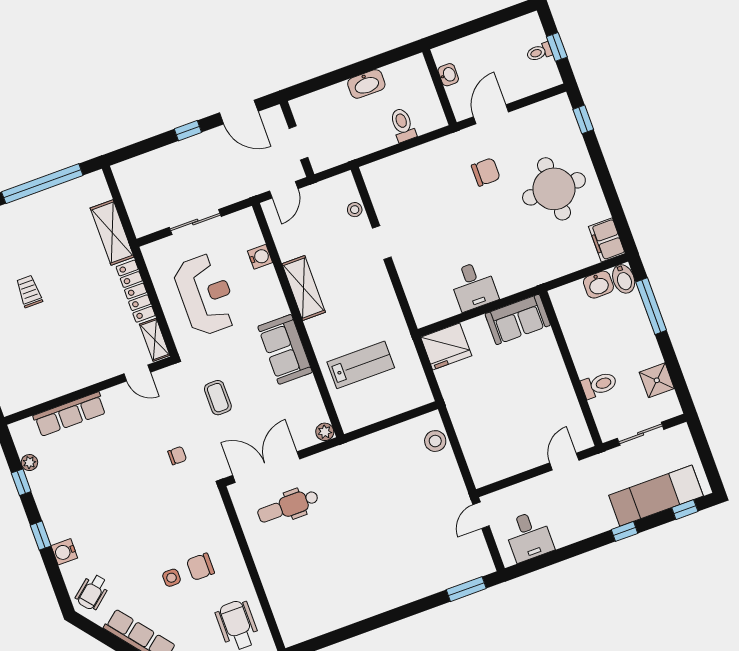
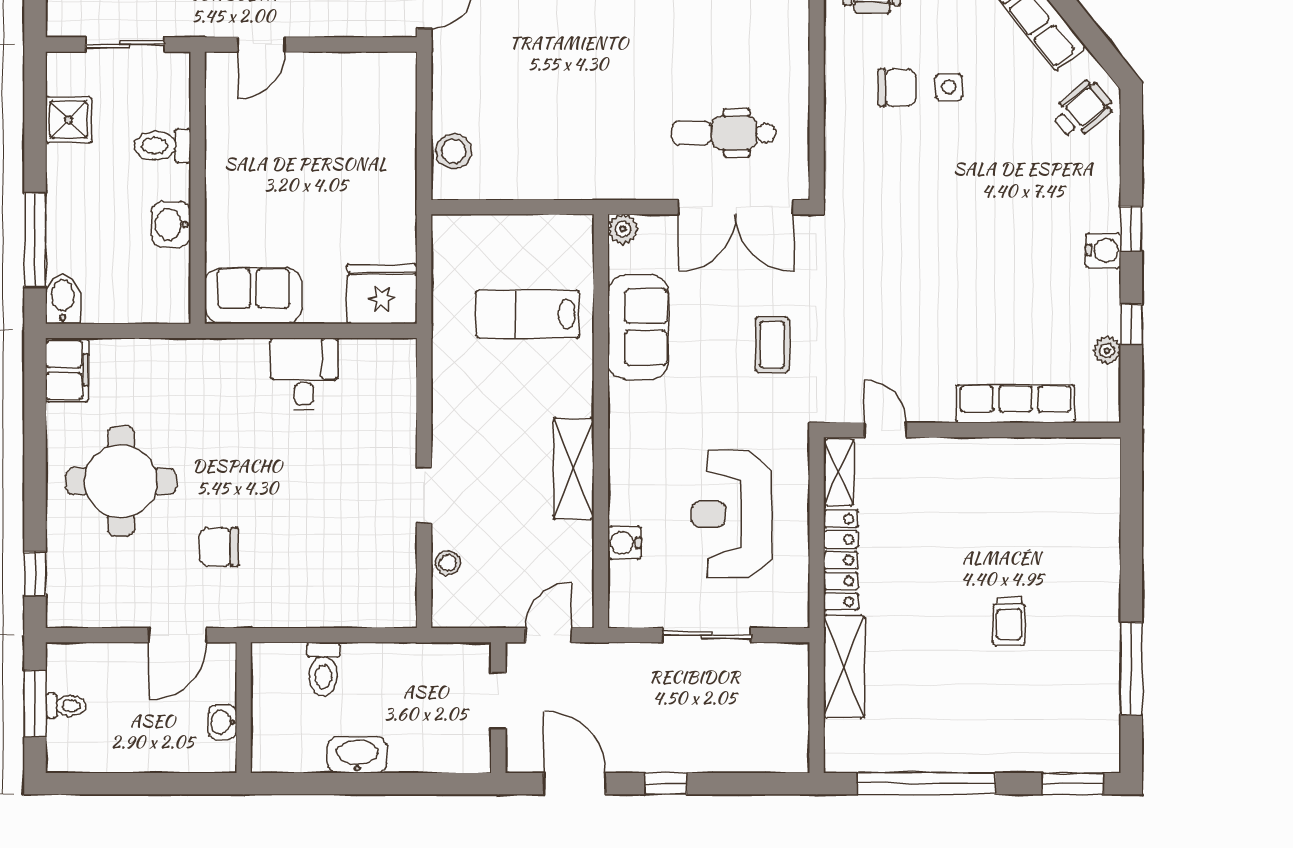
window: (557, 47) -> (35, 704), width x1.50
washbasin: (598, 285) -> (171, 224), moved, turned -90
sofa: (285, 349) -> (638, 327), moved
chair: (177, 456) -> (870, 276), removed
dental chair: (288, 506) -> (724, 133), turned 180
water cooler: (64, 552) -> (1103, 250), moved

